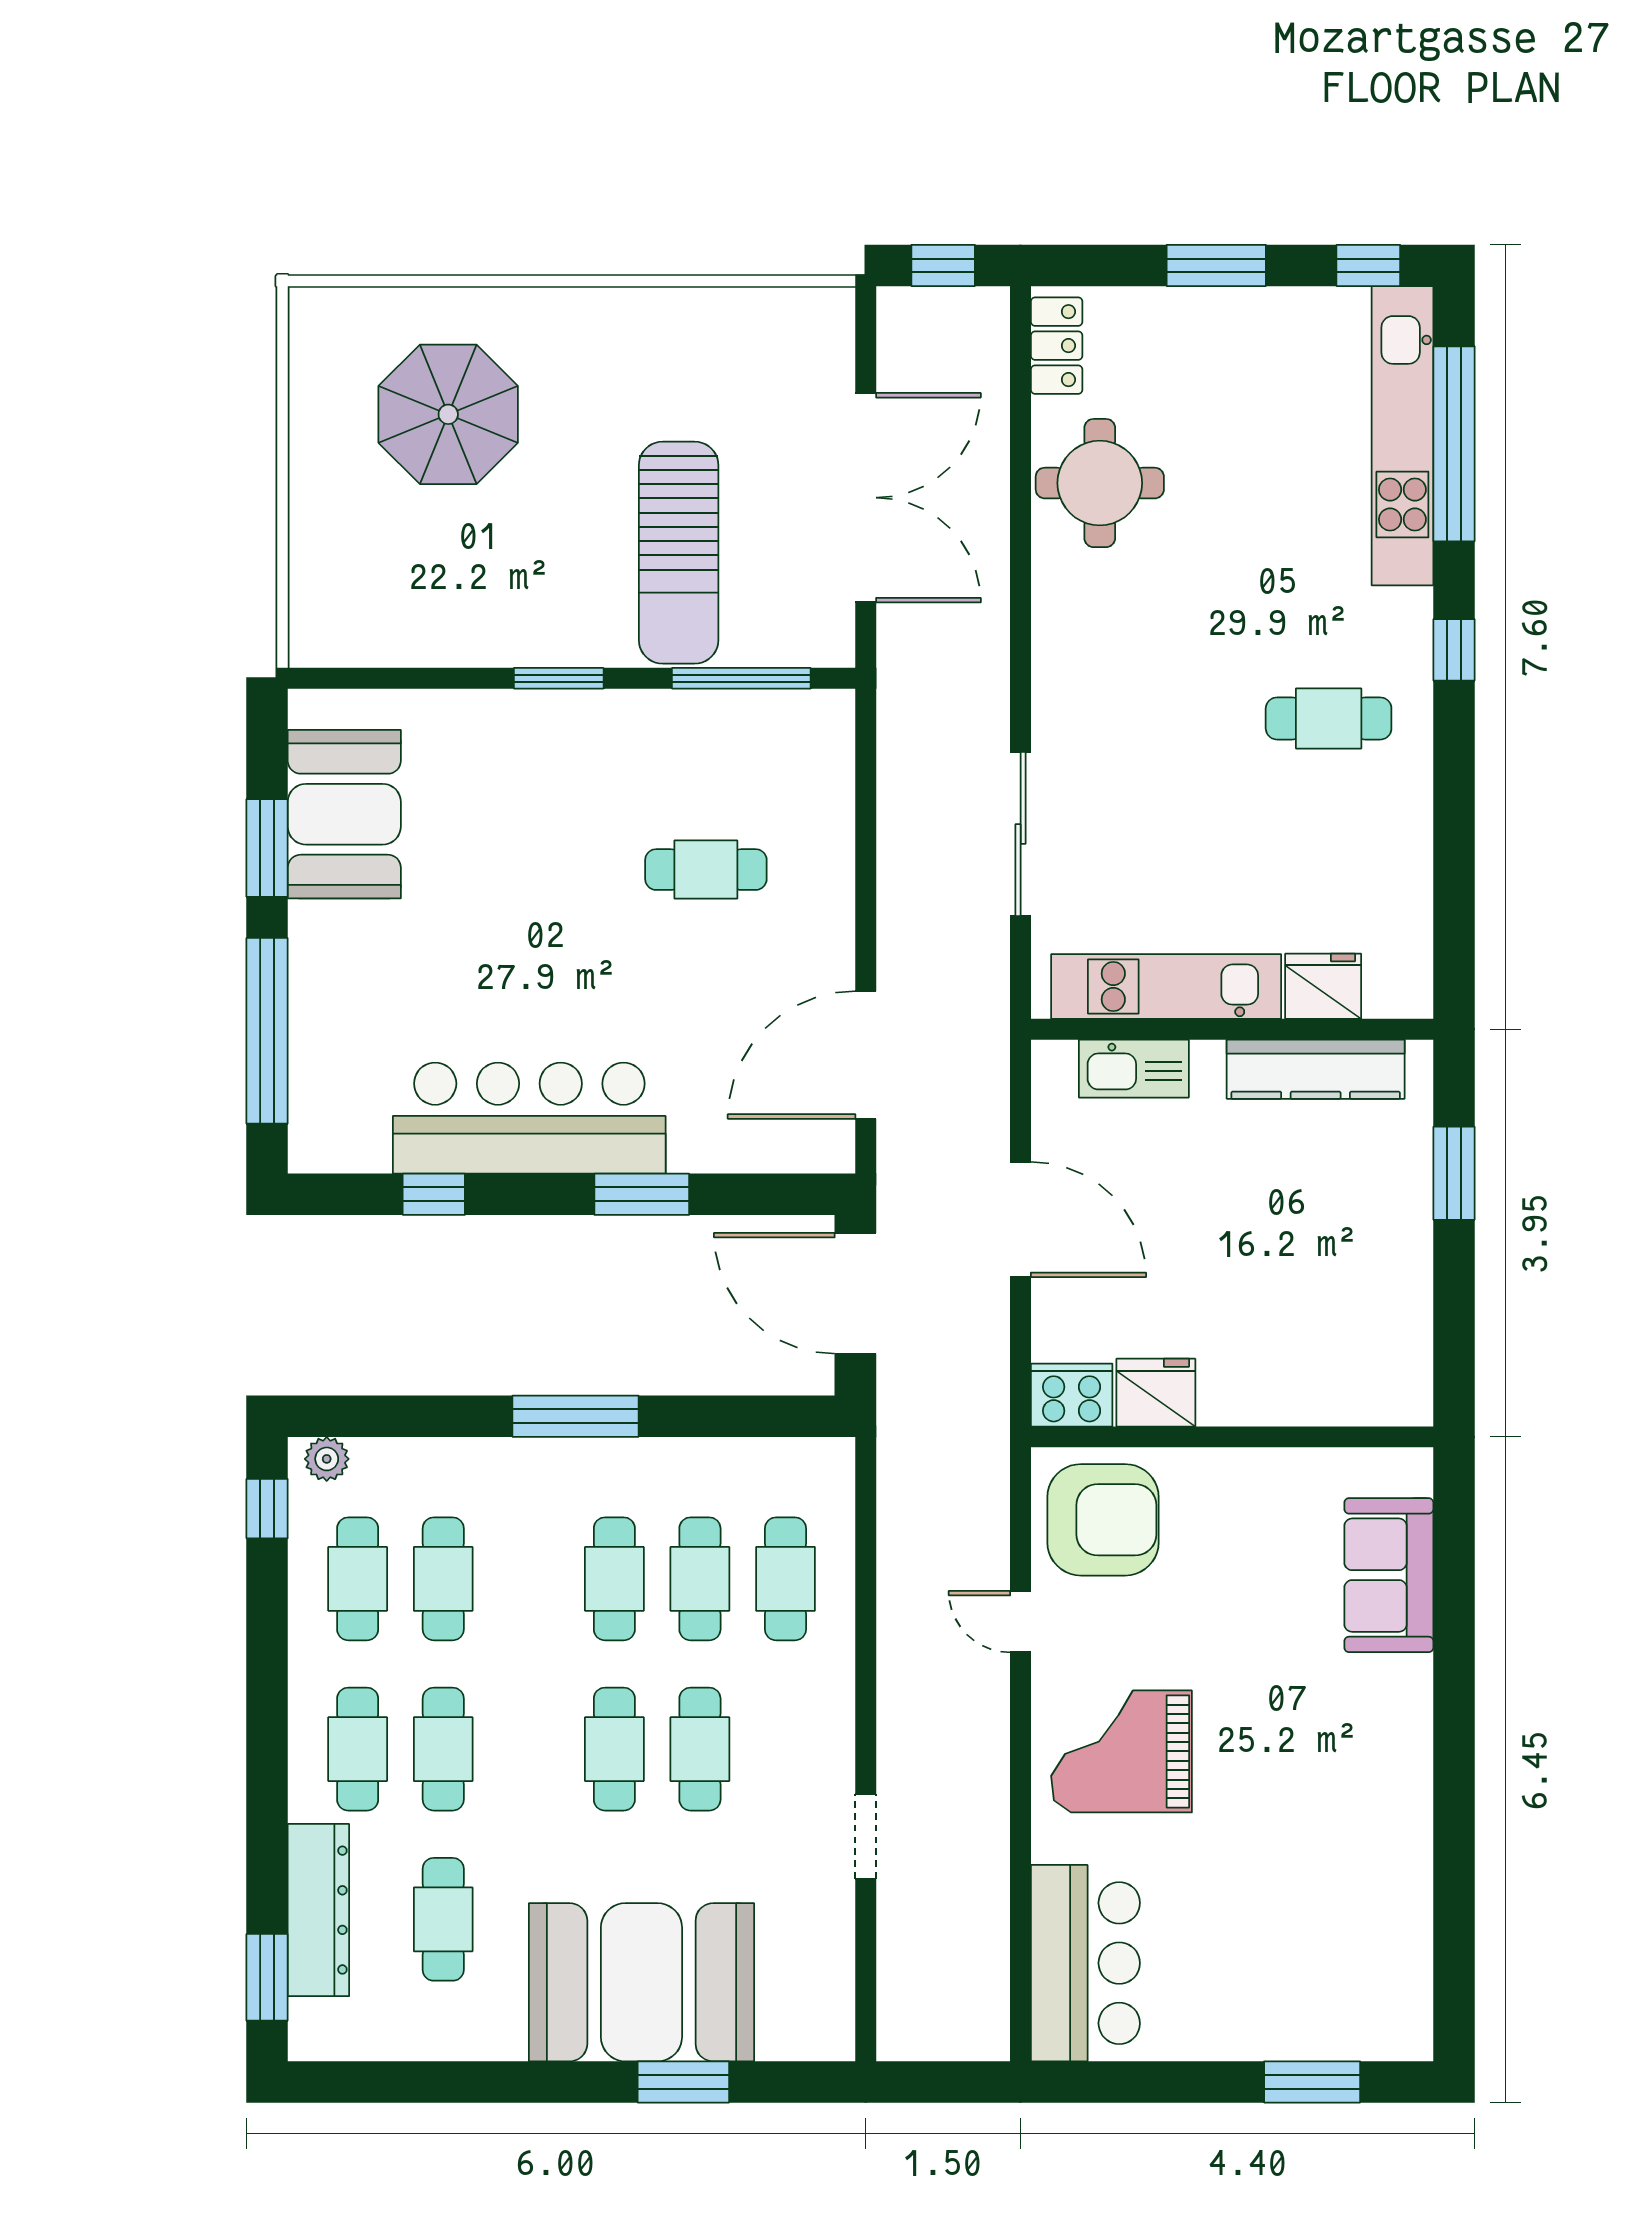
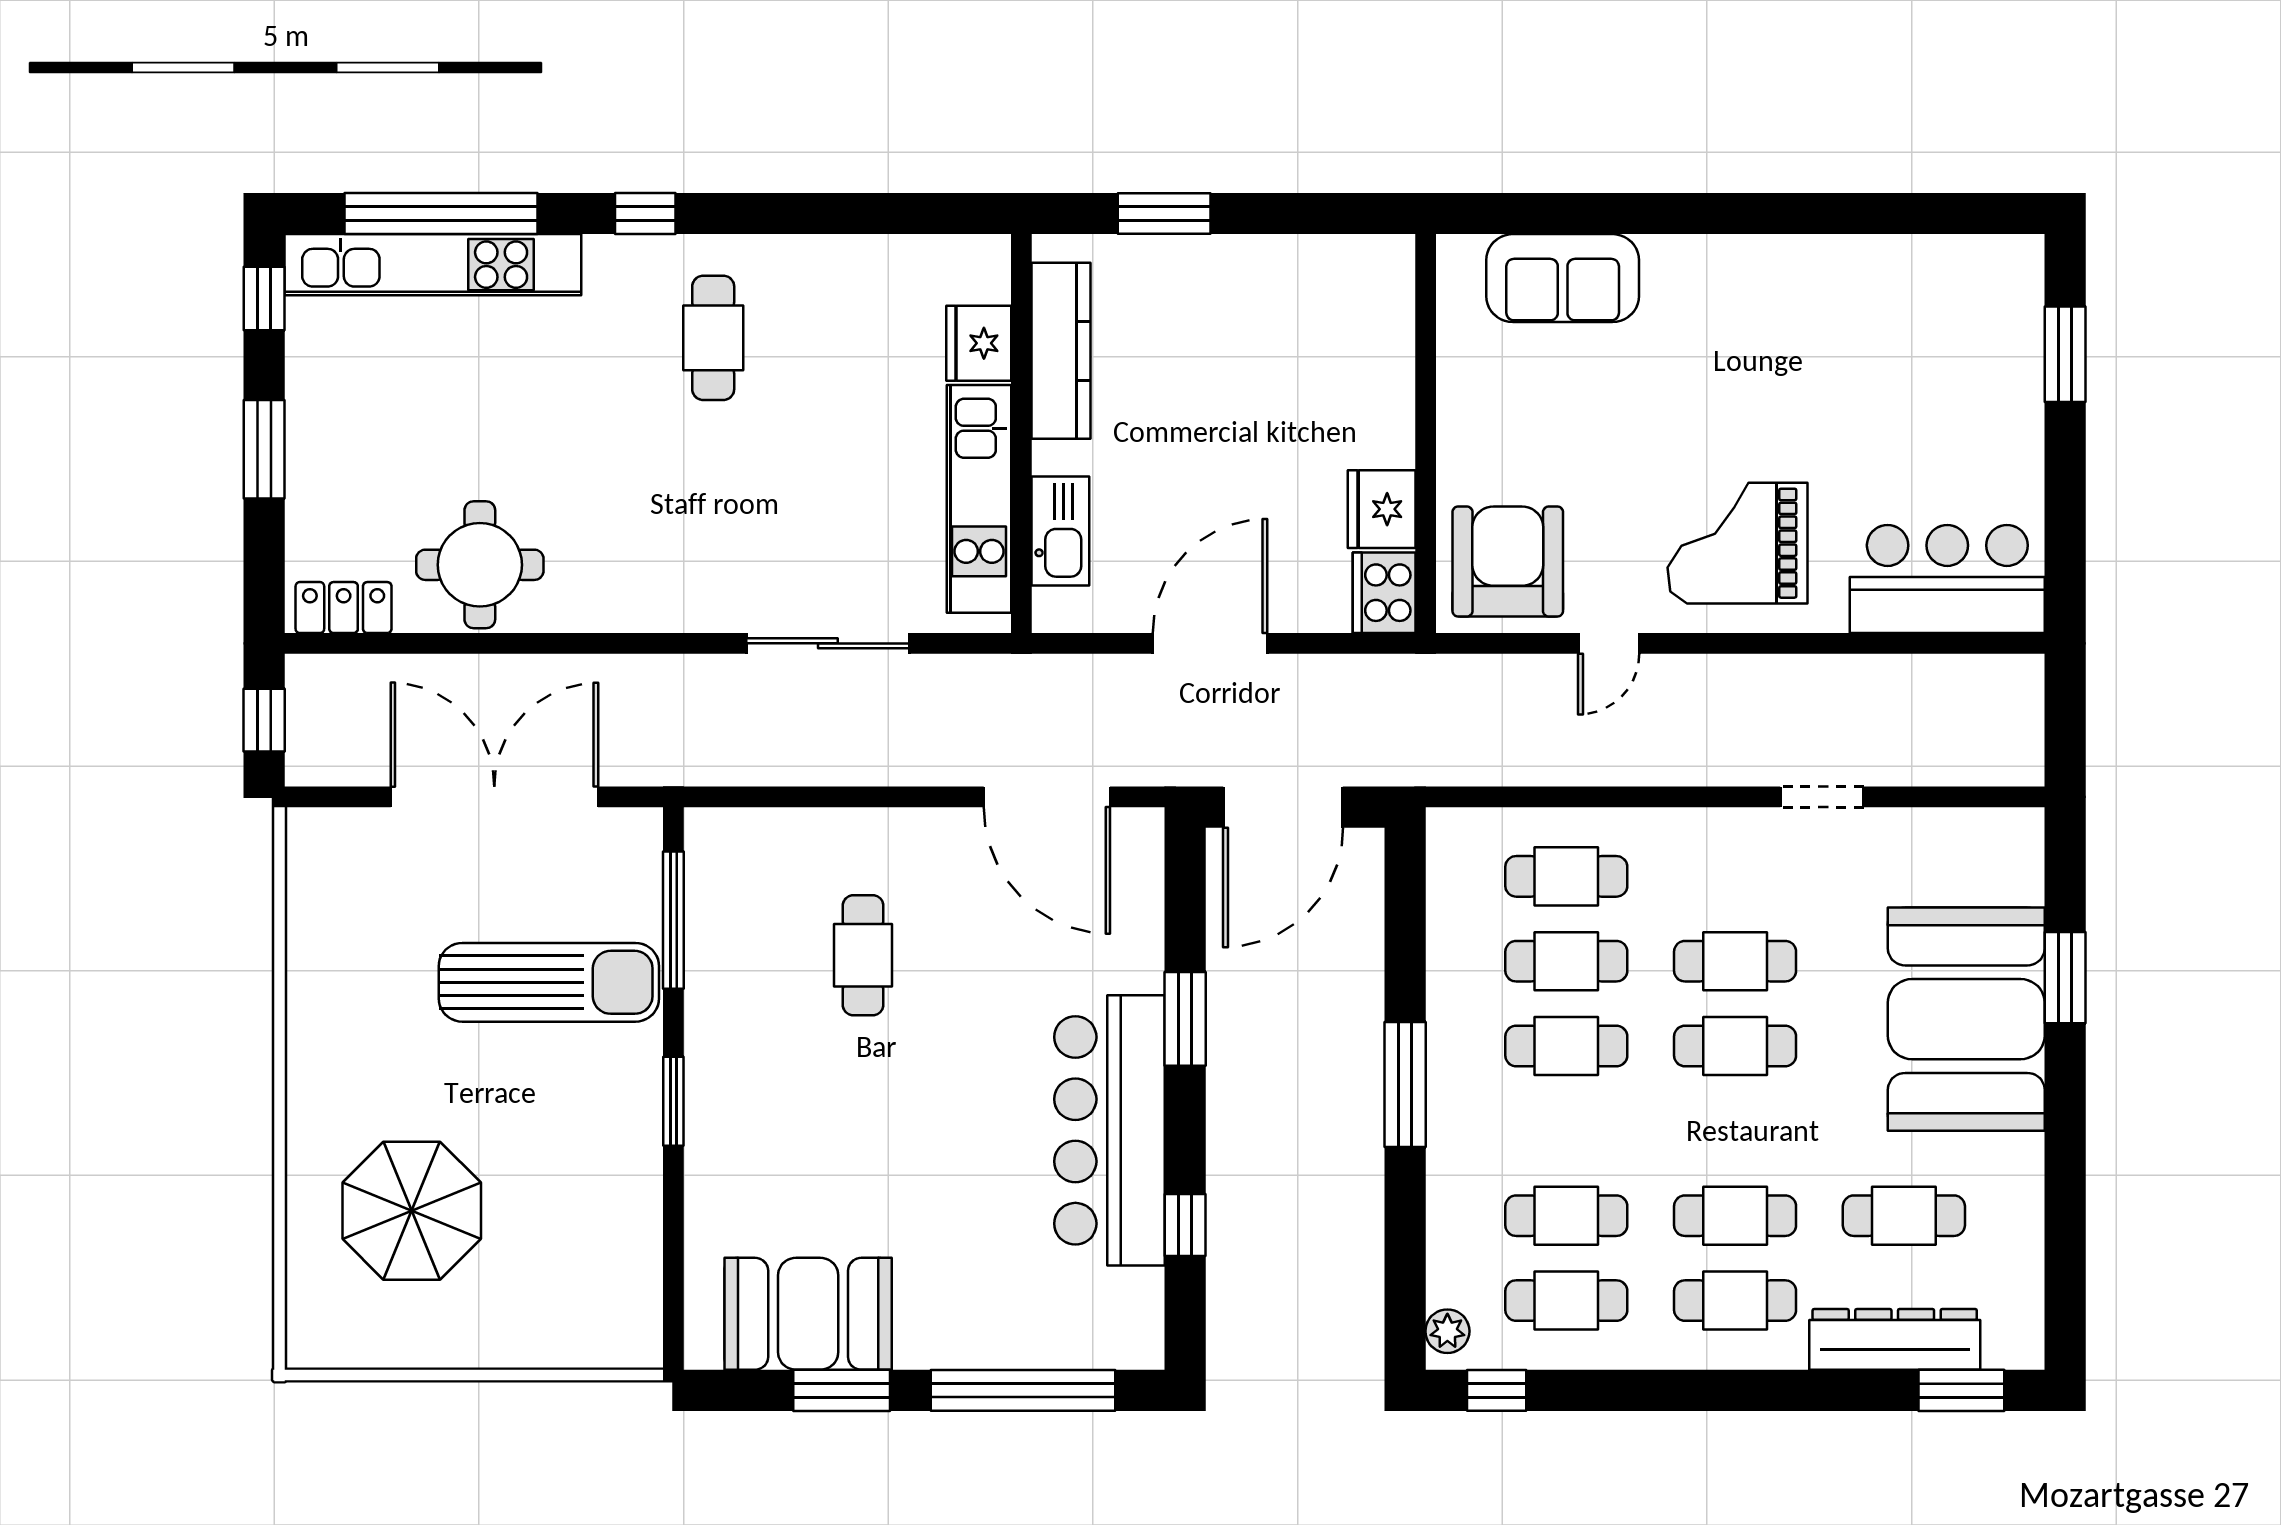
grand piano: (1122, 1751) -> (1737, 543), turned 90

